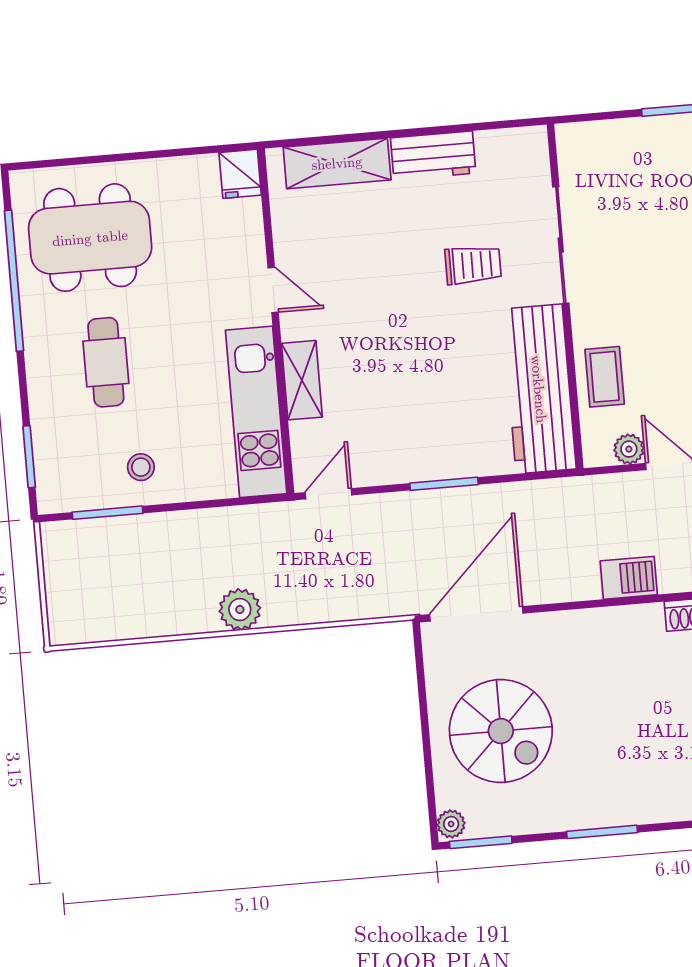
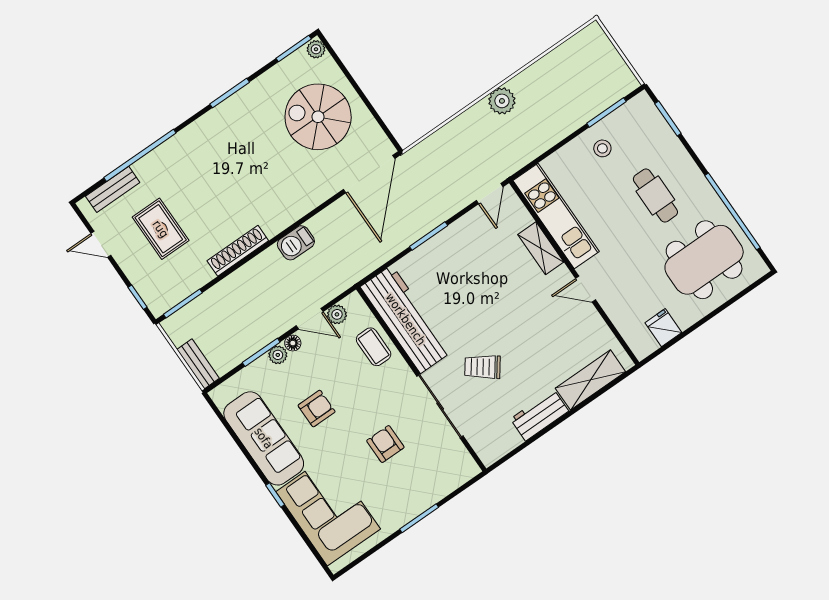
fridge: (240, 174) -> (663, 328), moved
armchair: (664, 236) -> (385, 444), added
trolley: (473, 265) -> (482, 367), turned 36

